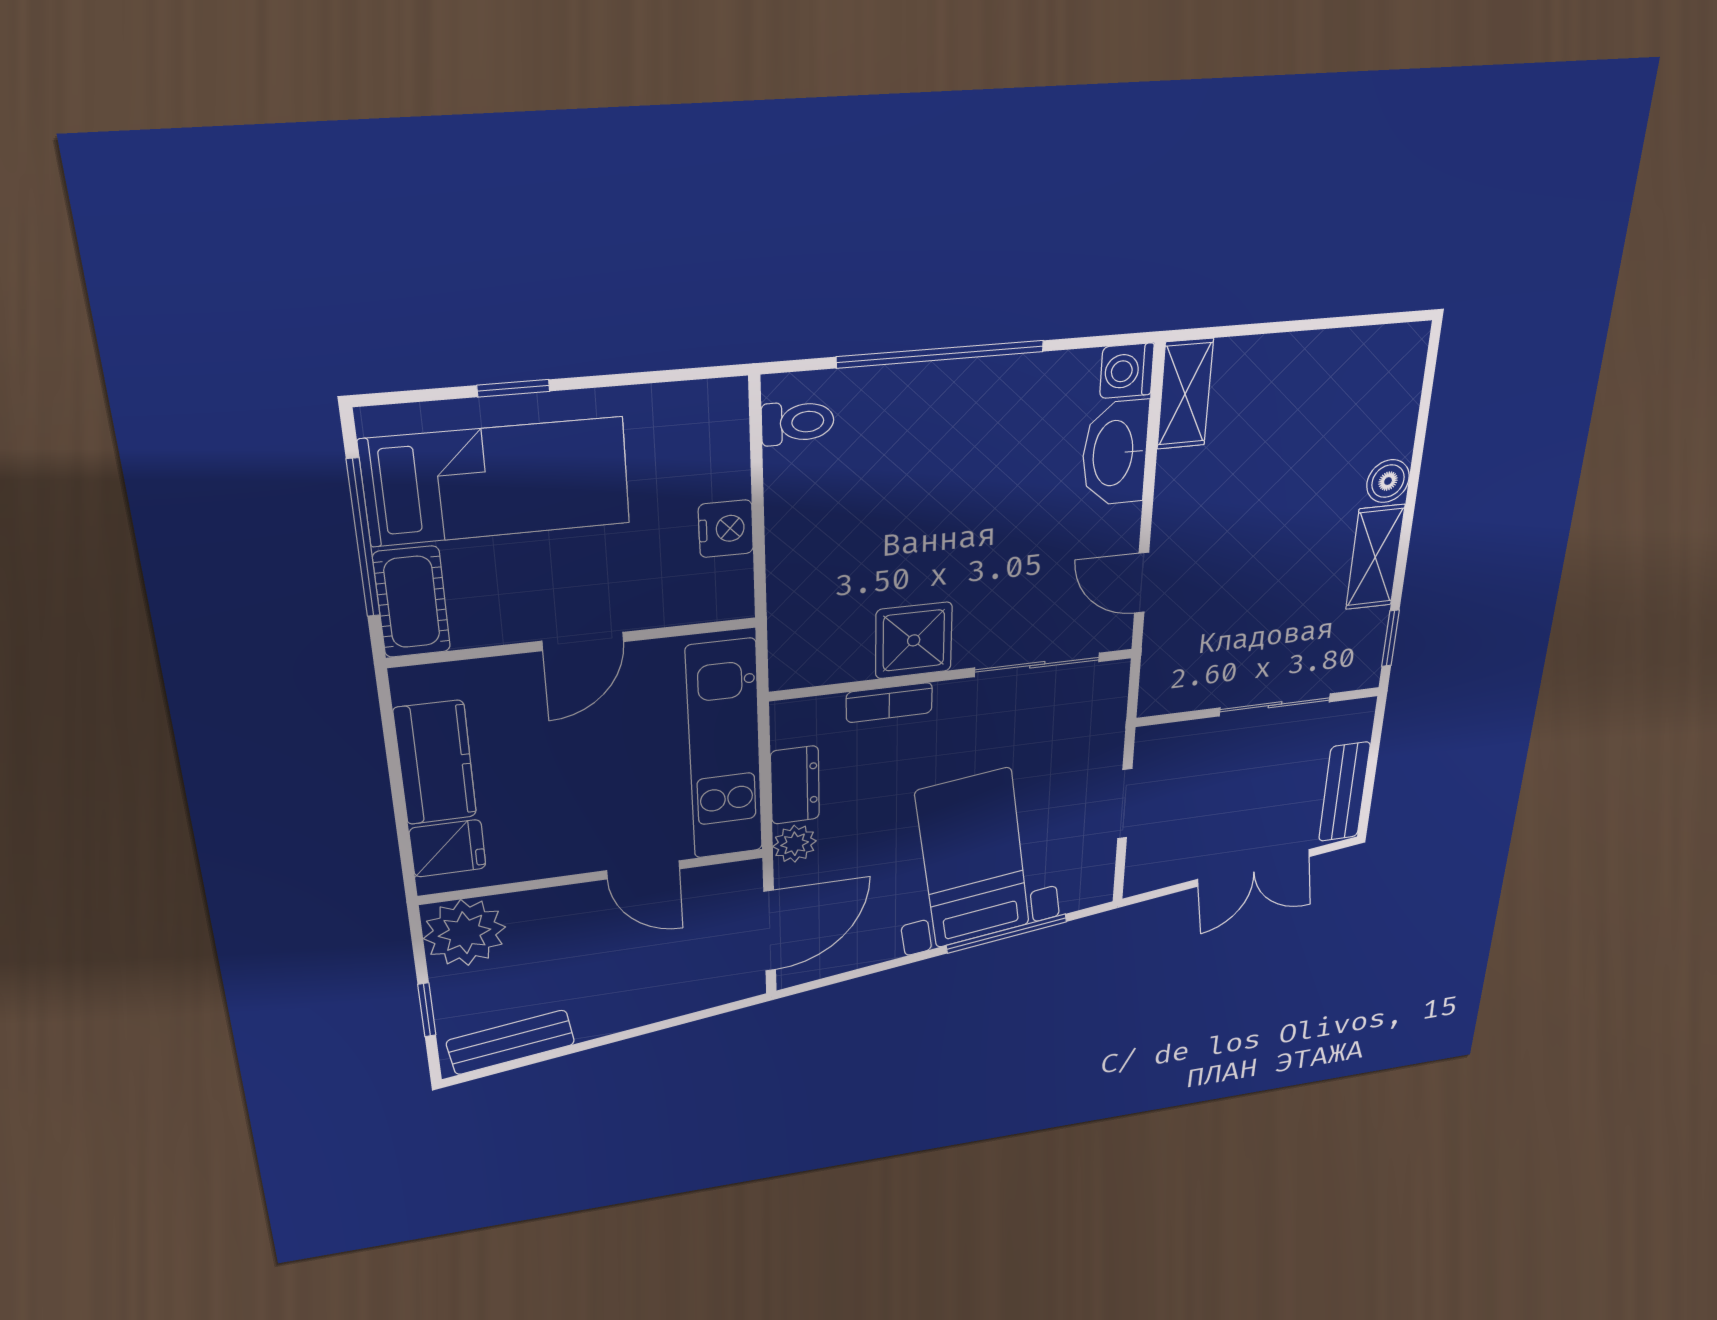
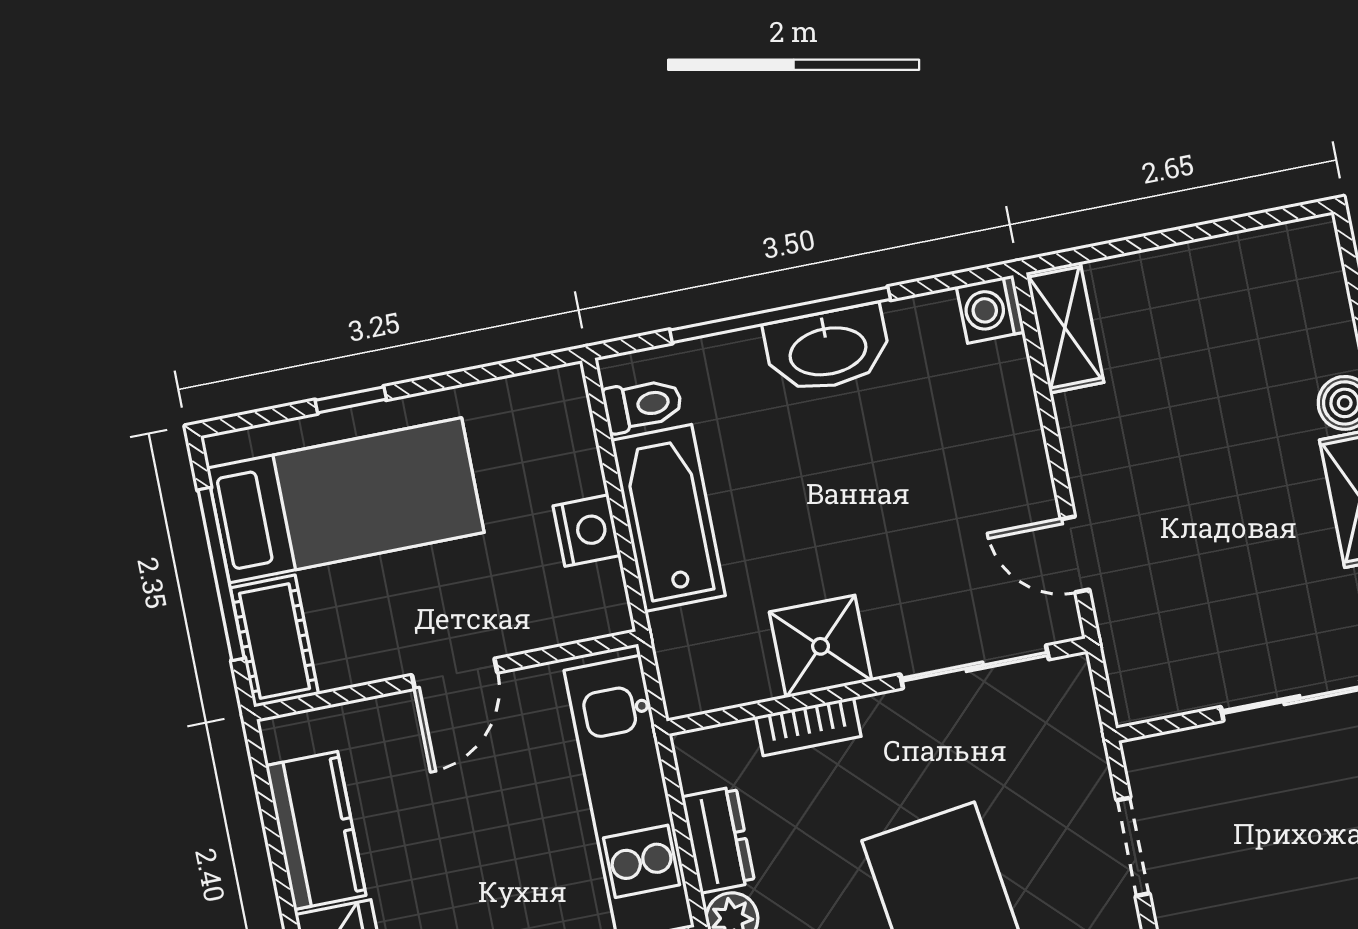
washbasin: (1115, 453) -> (828, 349), moved, turned -90
bathtub: (802, 524) -> (668, 518), added

